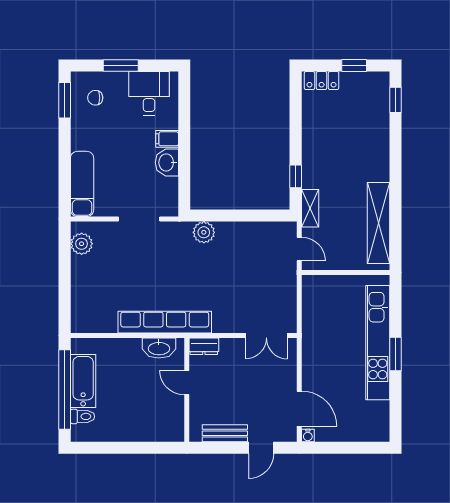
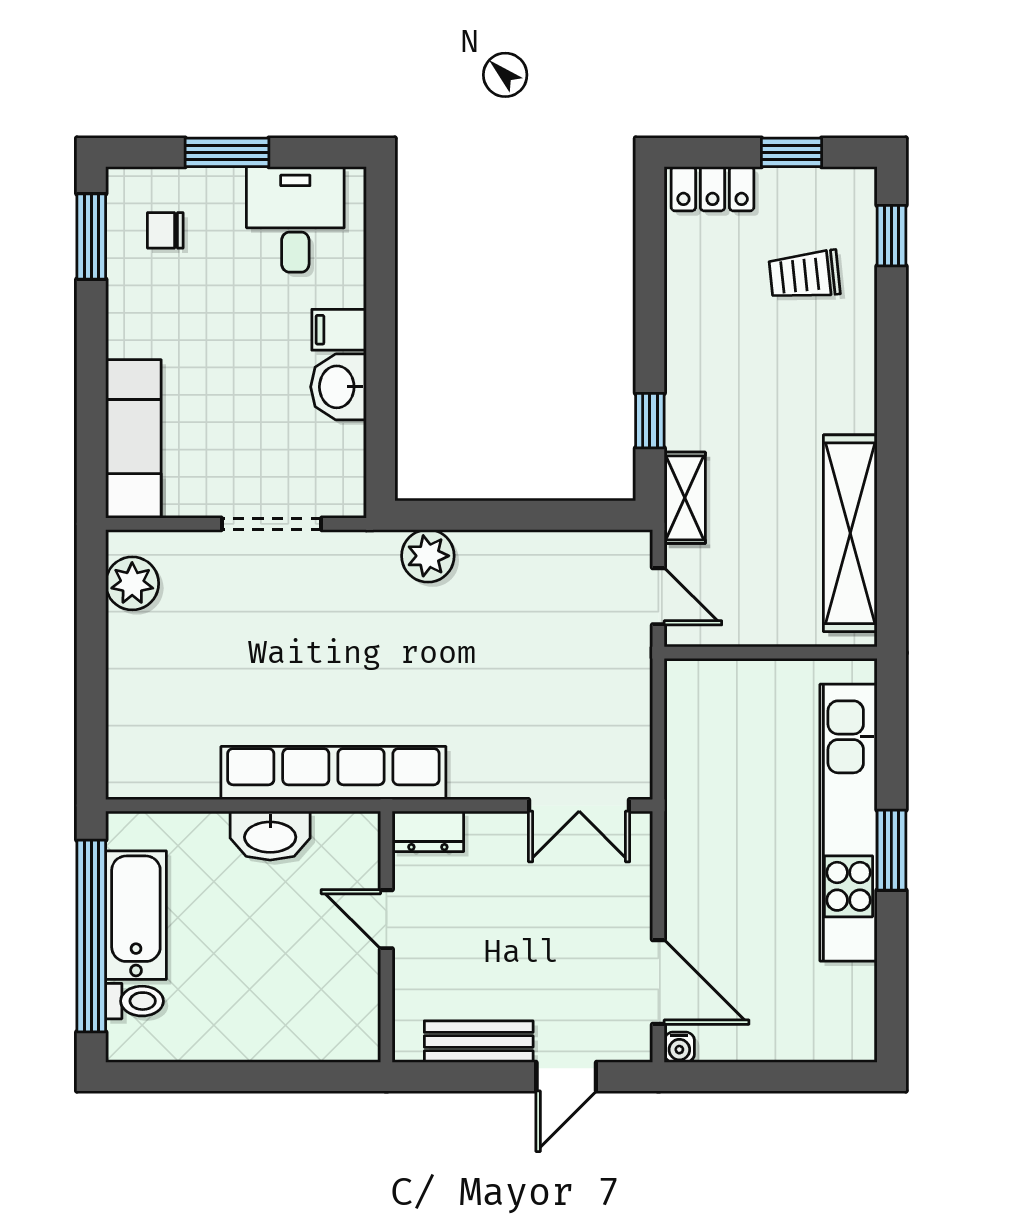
trolley: (360, 116) -> (804, 275), added
washbasin: (159, 348) -> (270, 836), moved

